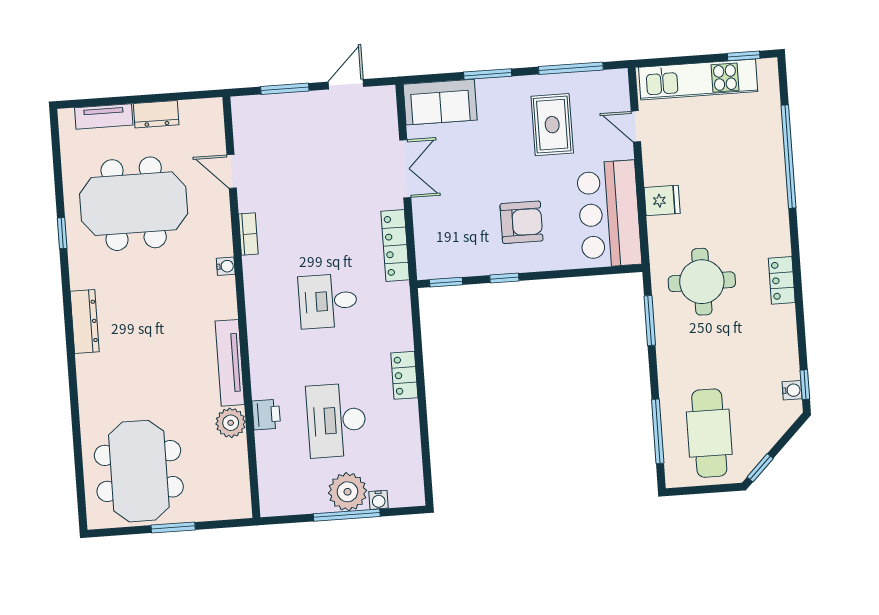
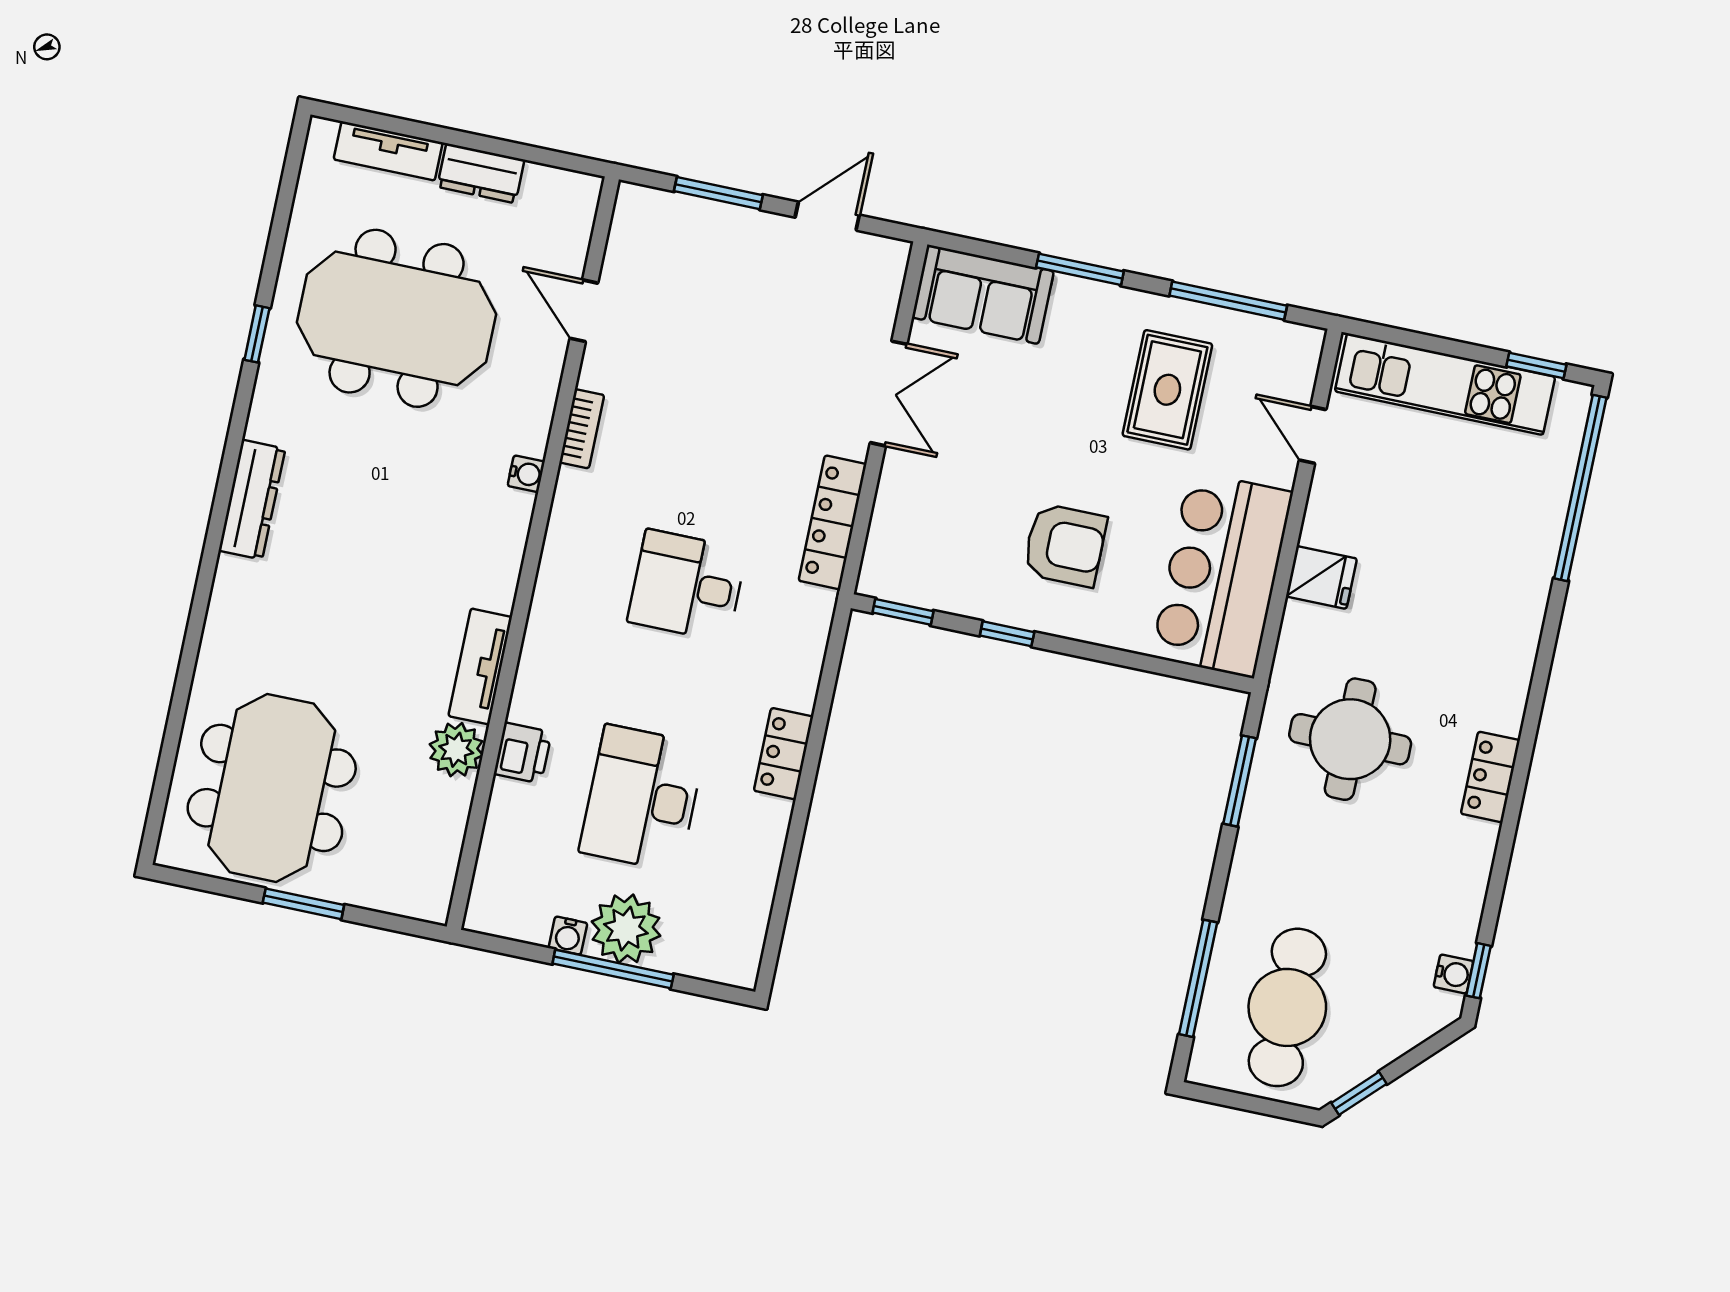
window: (789, 157) -> (1580, 488), moved
tv unit: (230, 363) -> (480, 667), width x0.71
water cooler: (379, 500) -> (568, 936), moved

